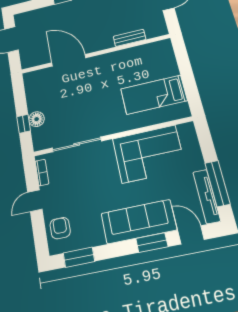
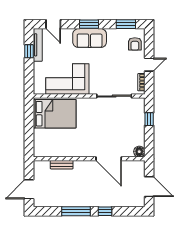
bed: (154, 95) -> (55, 114), width x1.50
floor lamp: (37, 119) -> (139, 152), moved
window: (217, 183) -> (29, 51), width x0.46
sofa: (139, 222) -> (90, 38), width x0.73
window: (152, 243) -> (89, 24), moved

